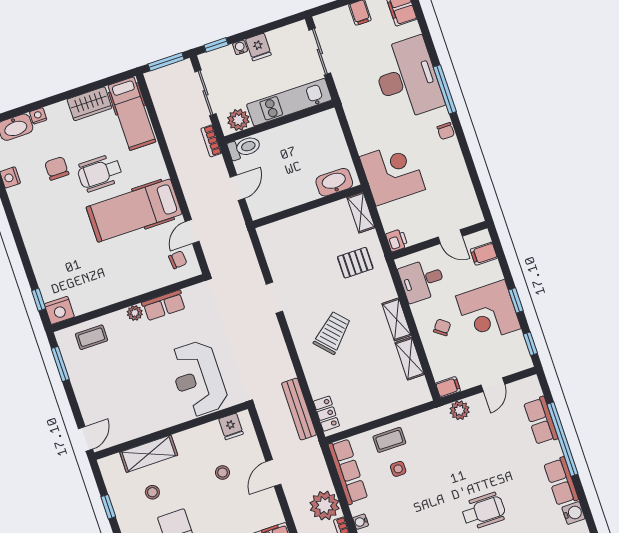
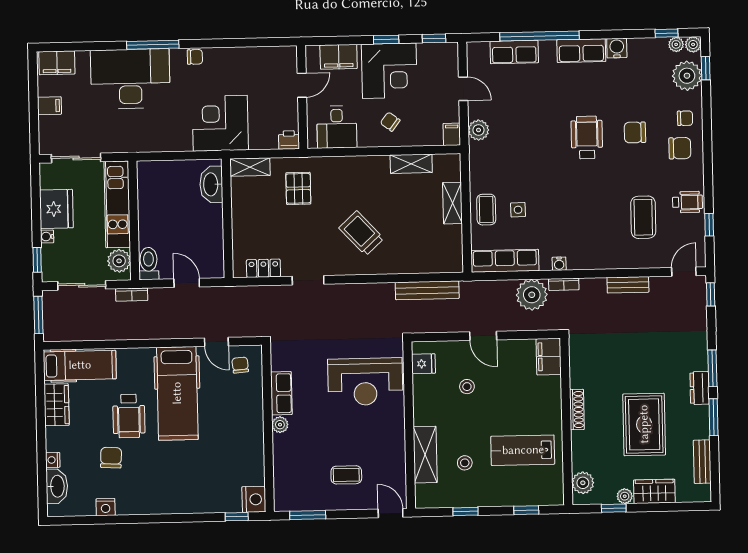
fridge: (258, 47) -> (56, 209), width x1.88, depth x1.34
chair: (57, 168) -> (111, 458), turned 93
filing cabinet: (484, 254) -> (339, 57), width x2.00
shelving: (397, 319) -> (452, 203), moved, turned 90
coffee table: (92, 337) -> (346, 475), moved, turned 90
locker: (326, 414) -> (263, 268), moved

